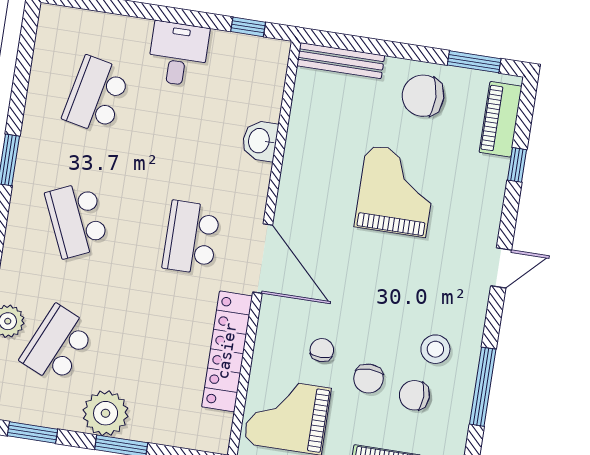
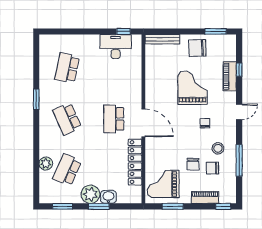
desk: (178, 54) -> (116, 47), moved, width x1.37
piano: (500, 119) -> (230, 76), moved
washbasin: (260, 141) -> (108, 197), moved, turned 90
chair: (322, 350) -> (205, 123), moved

